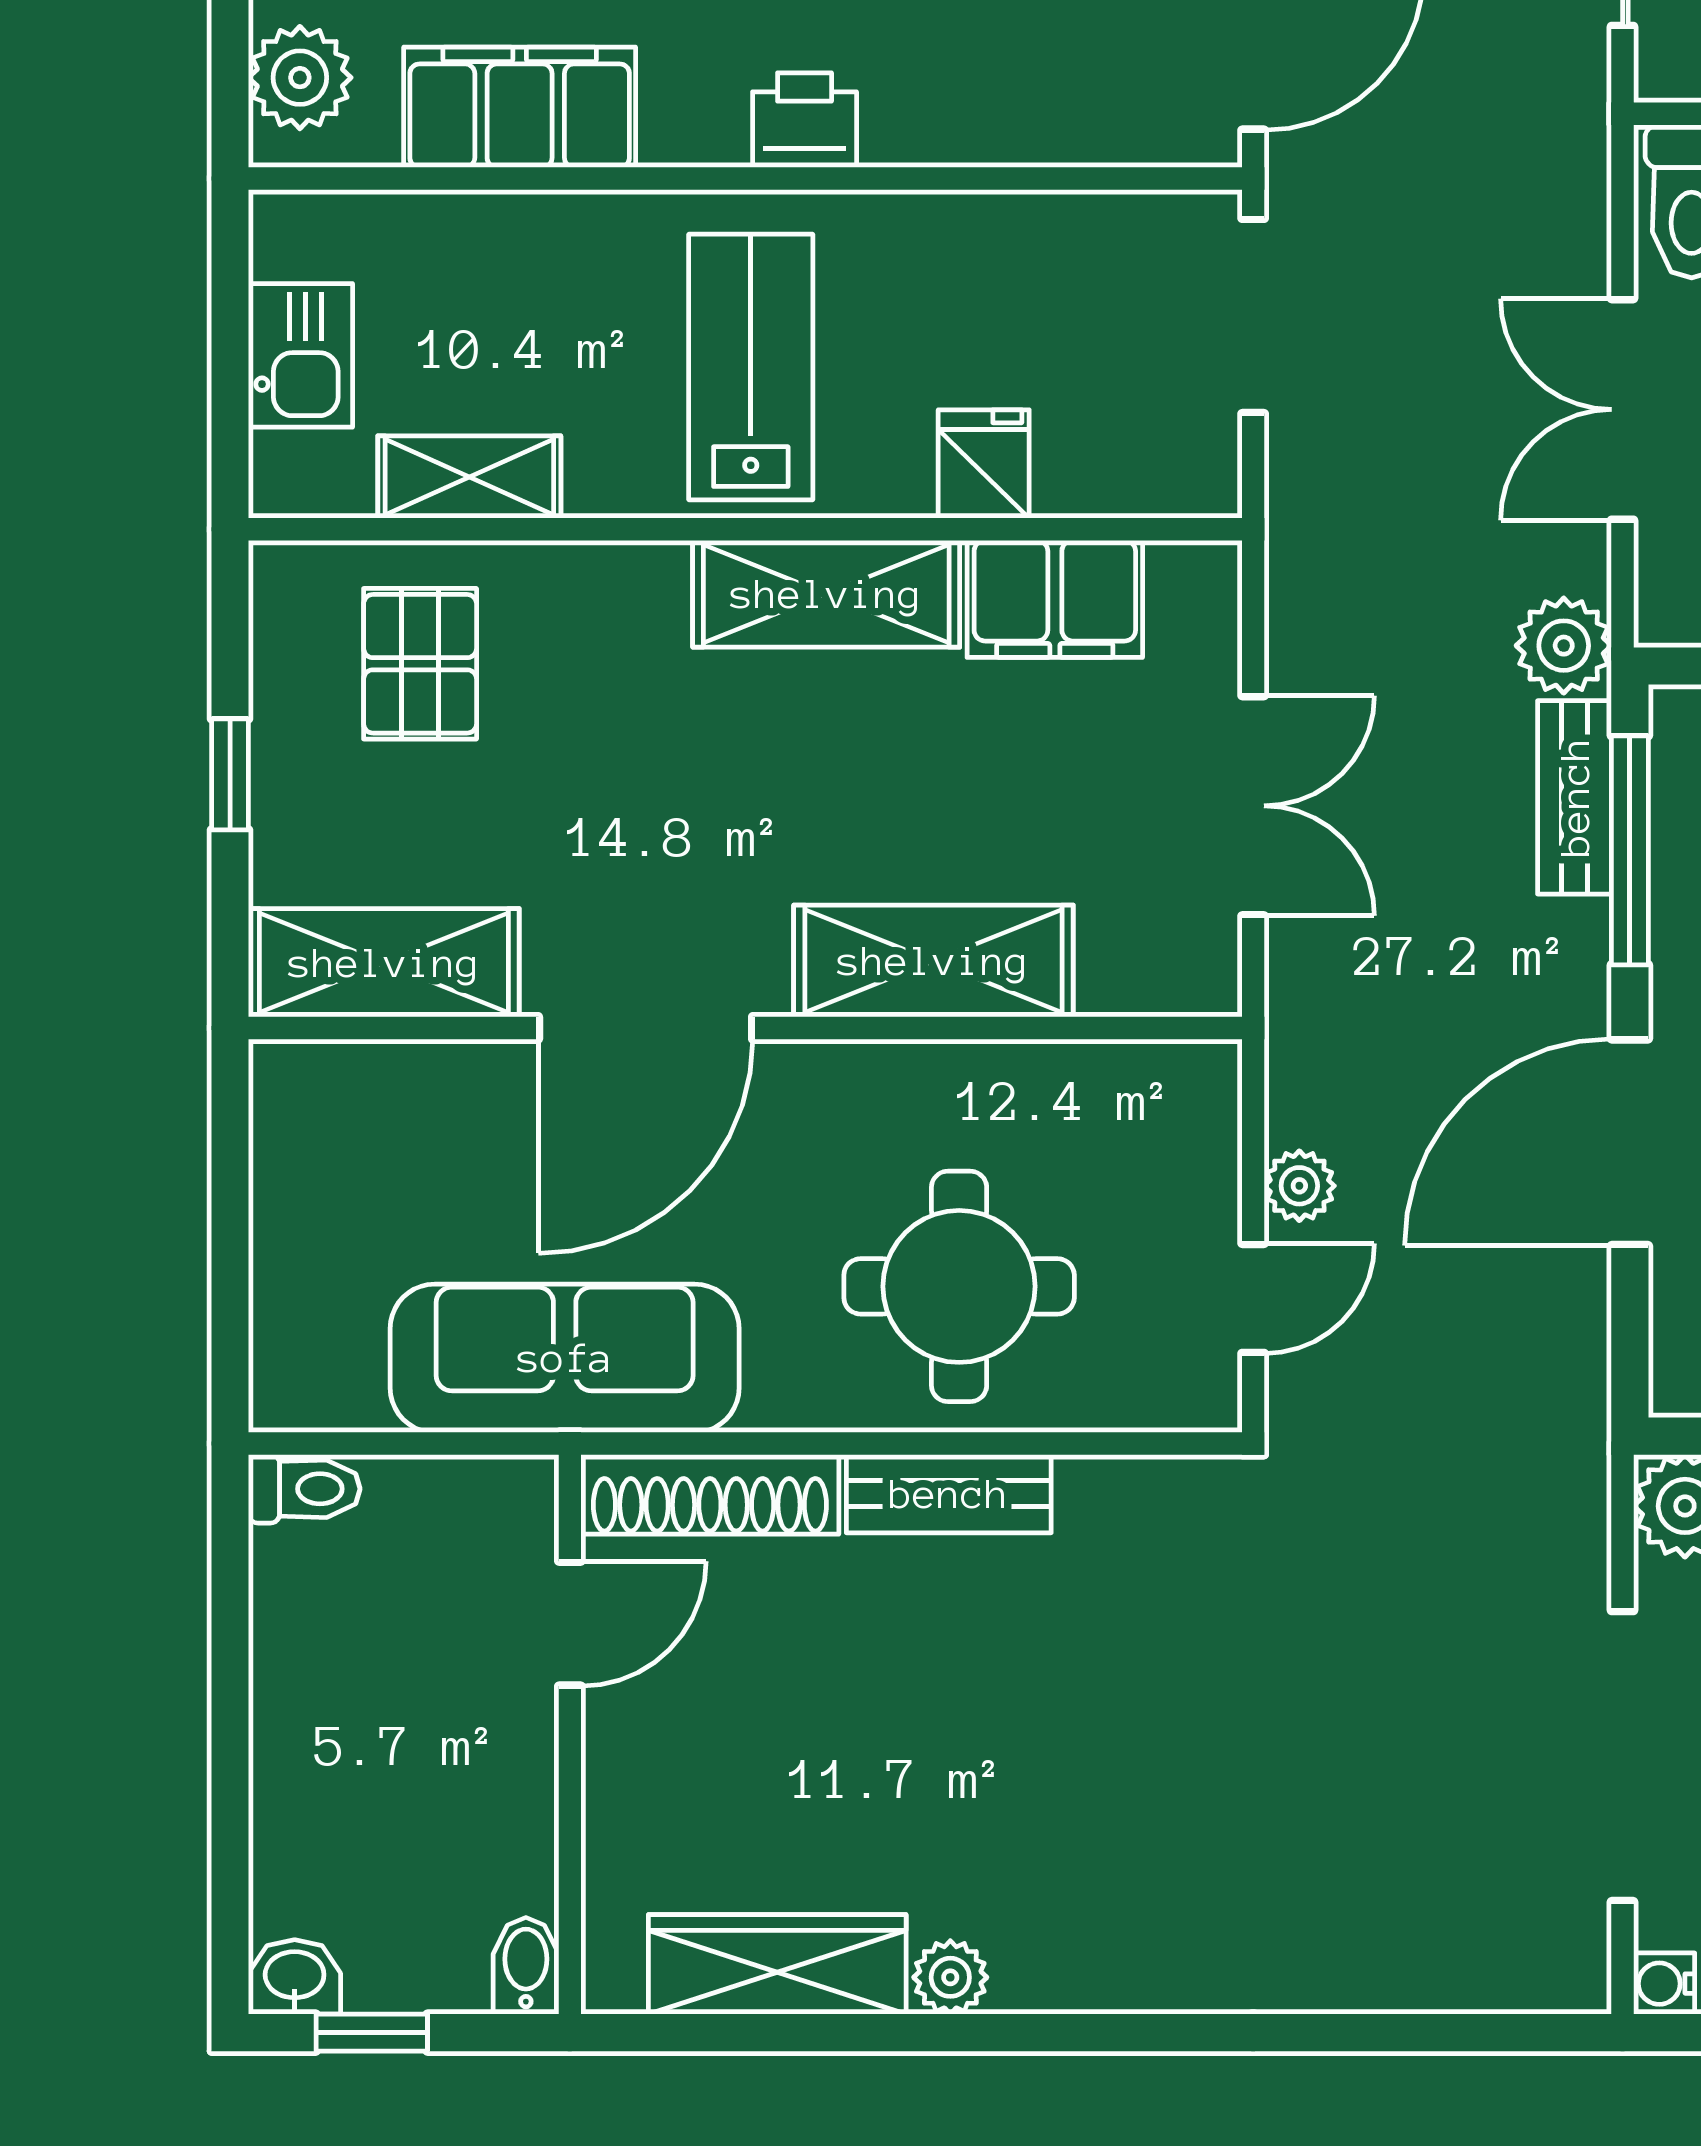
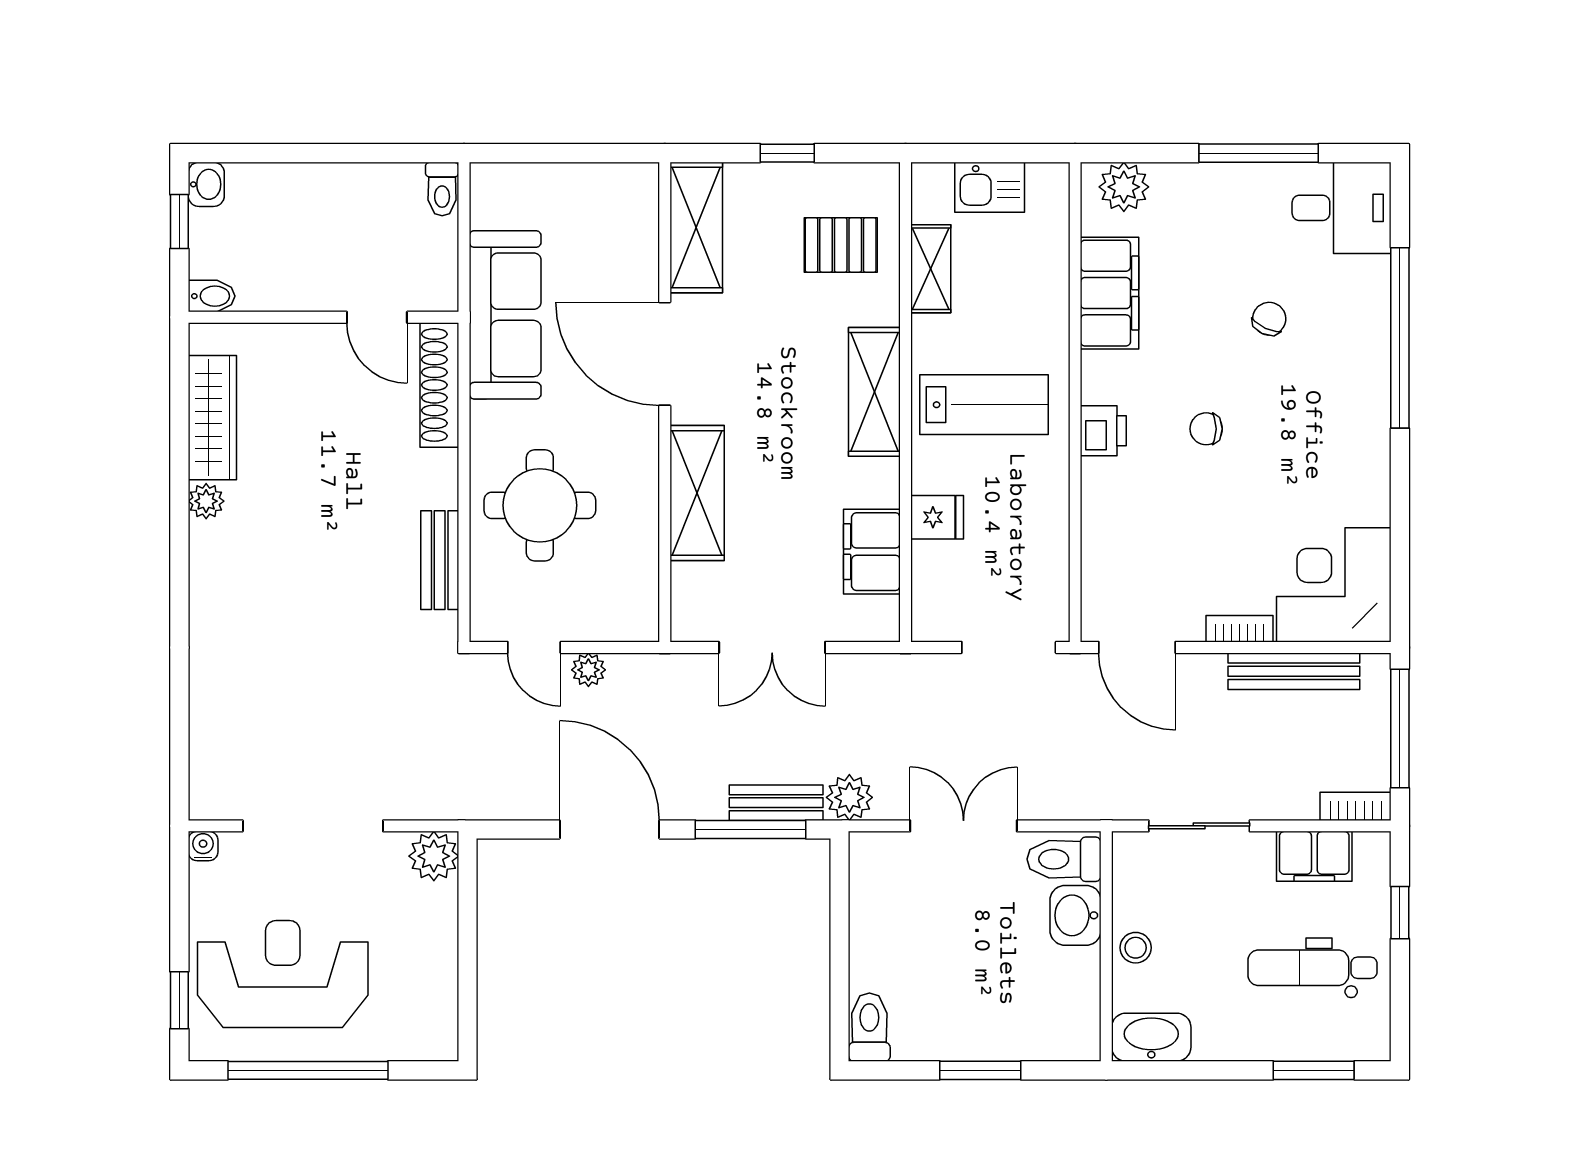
shelving: (826, 594) -> (874, 392), moved
bench: (949, 1494) -> (440, 560), moved

